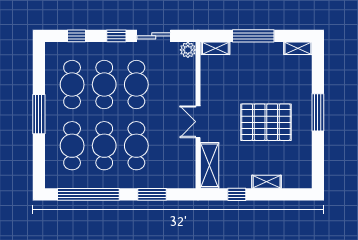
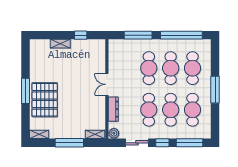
window: (77, 36) -> (189, 143), width x2.17
dresser: (189, 85) -> (113, 109), added
double door: (198, 122) -> (107, 84), swing flipped
pallet: (266, 122) -> (45, 100), moved, turned 90
shelving: (209, 165) -> (99, 55), removed
window: (152, 194) -> (138, 35), width x1.44

